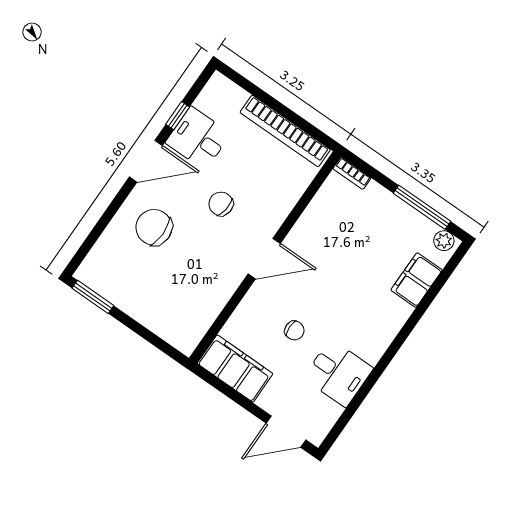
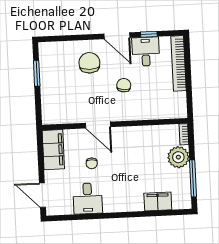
bookcase: (285, 131) -> (179, 63), moved
plant: (444, 241) -> (178, 157), moved, width x1.88, depth x1.88
door: (264, 259) -> (98, 125), moved
window: (93, 297) -> (37, 73), moved

